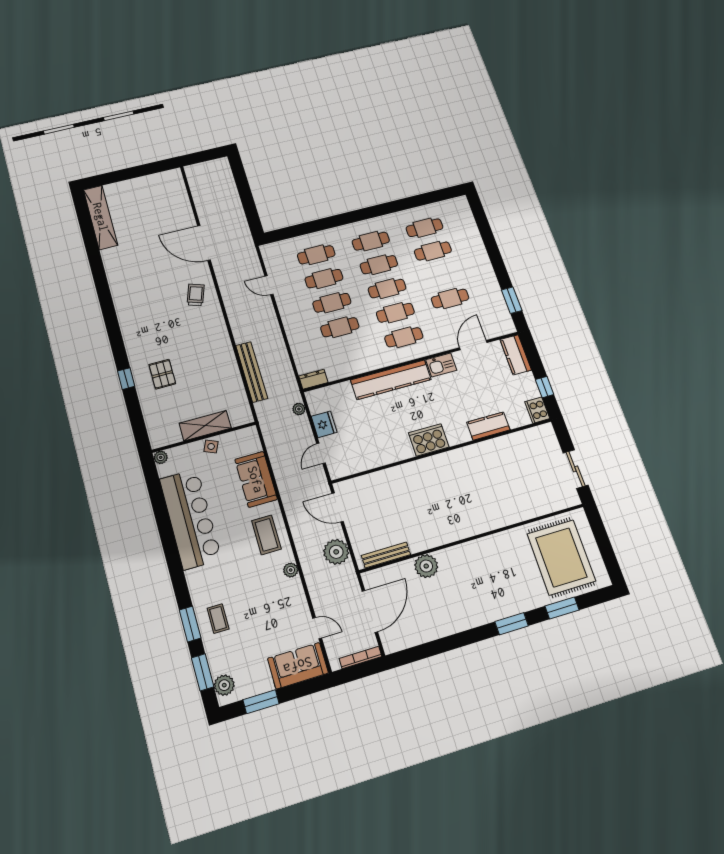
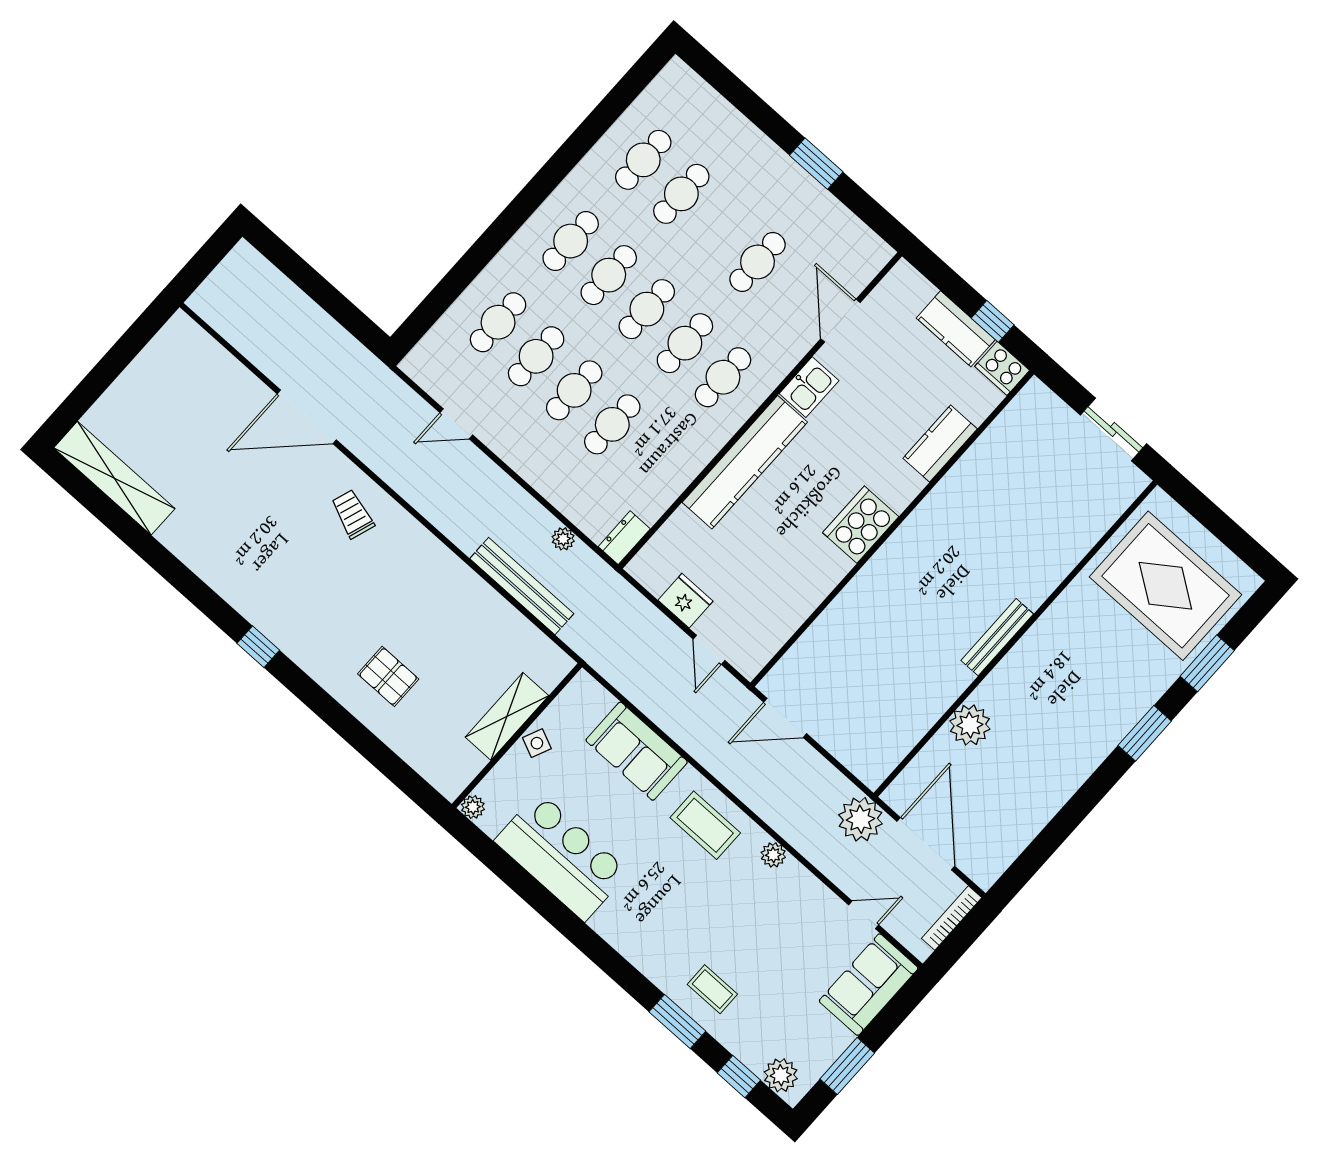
window: (512, 300) -> (816, 164), moved
kitchen counter: (516, 355) -> (956, 329), moved
window: (126, 379) -> (258, 647), moved
plant: (299, 409) -> (563, 539), moved
bar counter: (190, 519) -> (562, 856), width x0.73
plant: (336, 552) -> (860, 819), moved
bench: (386, 555) -> (997, 637), moved
window: (203, 672) -> (739, 1077), width x0.67

